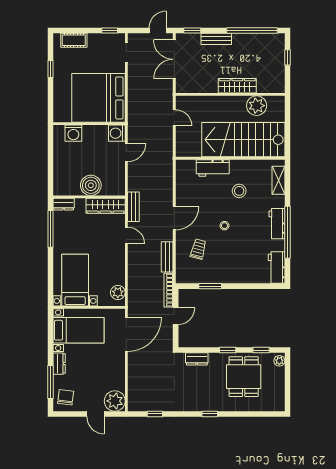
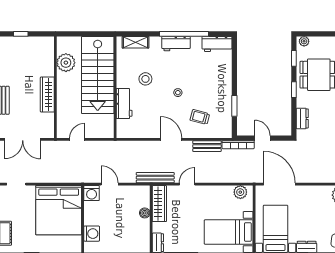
wardrobe: (237, 86) -> (47, 95), moved
boiler: (91, 185) -> (145, 213), width x0.54, depth x0.54
bench: (133, 207) -> (155, 178), width x1.36

